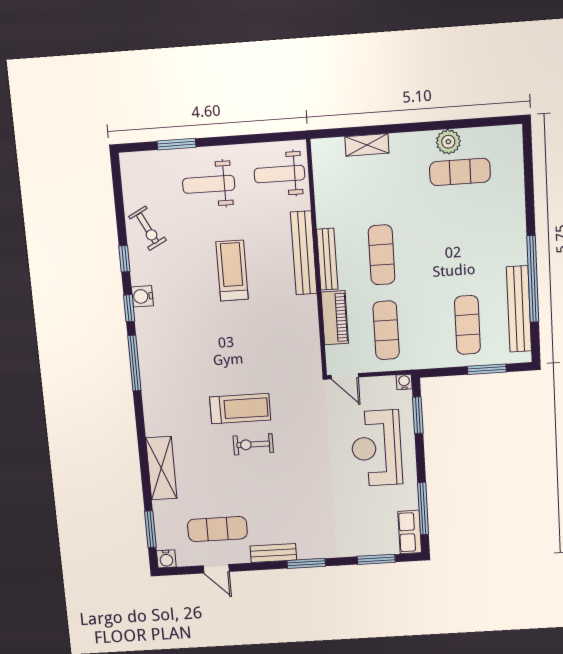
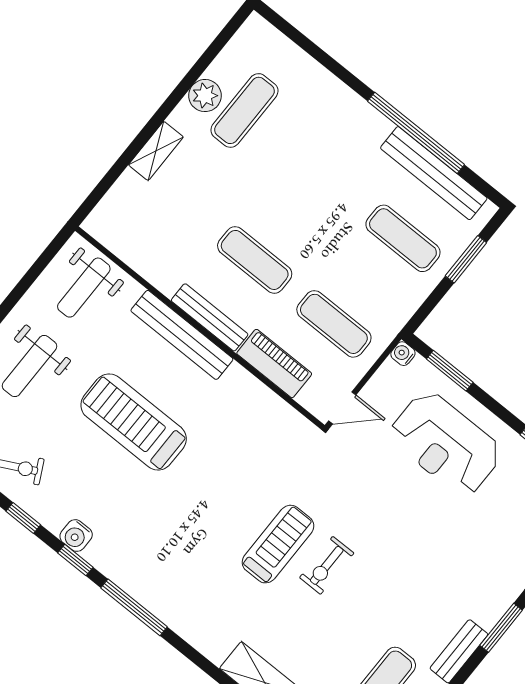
shelving: (367, 145) -> (156, 151), moved
treadmill: (232, 271) -> (134, 422), width x1.37, depth x1.38

